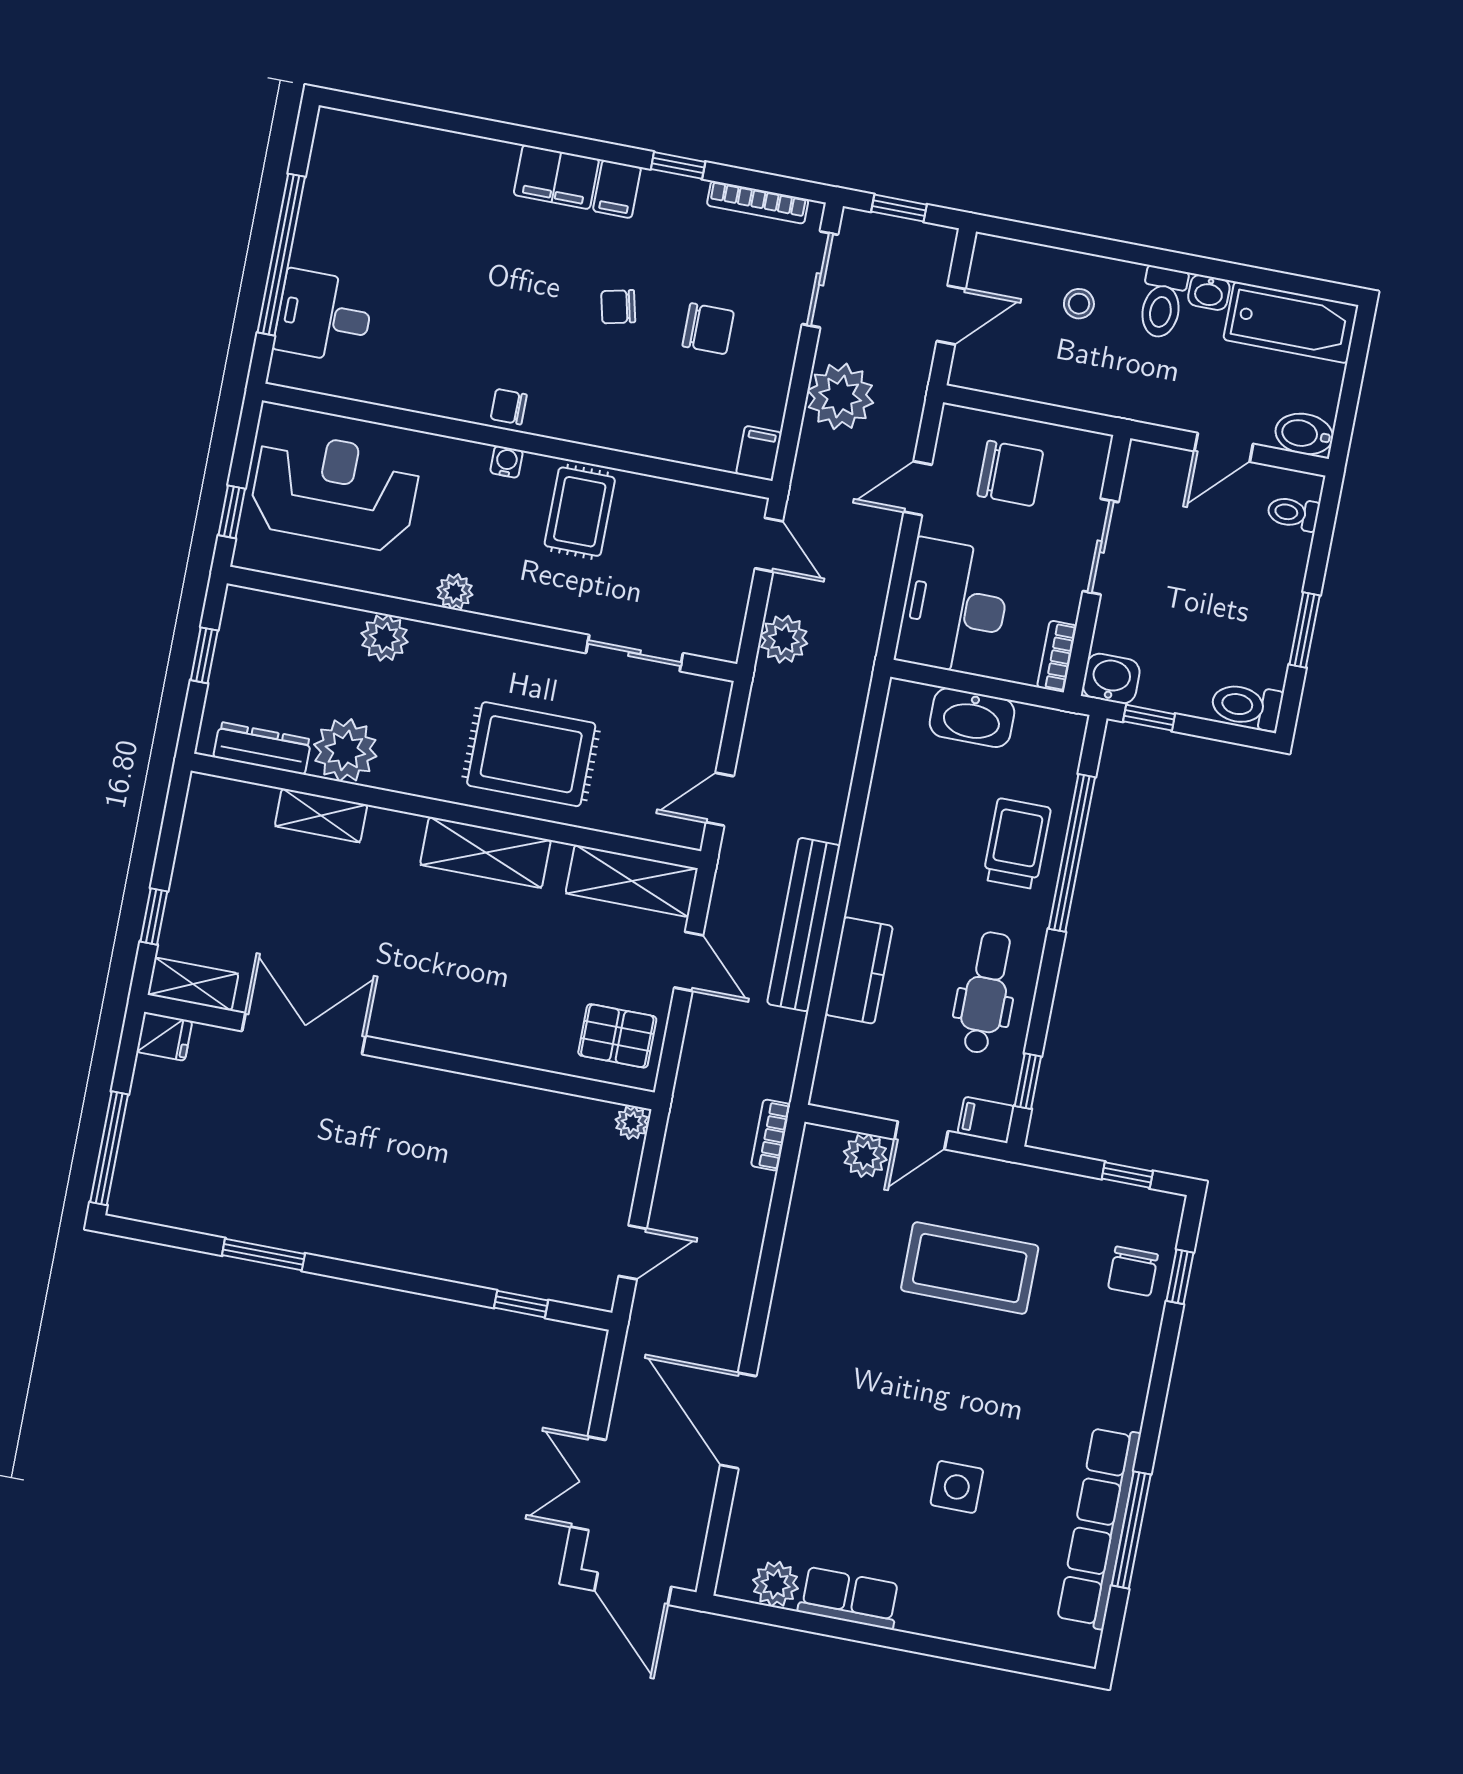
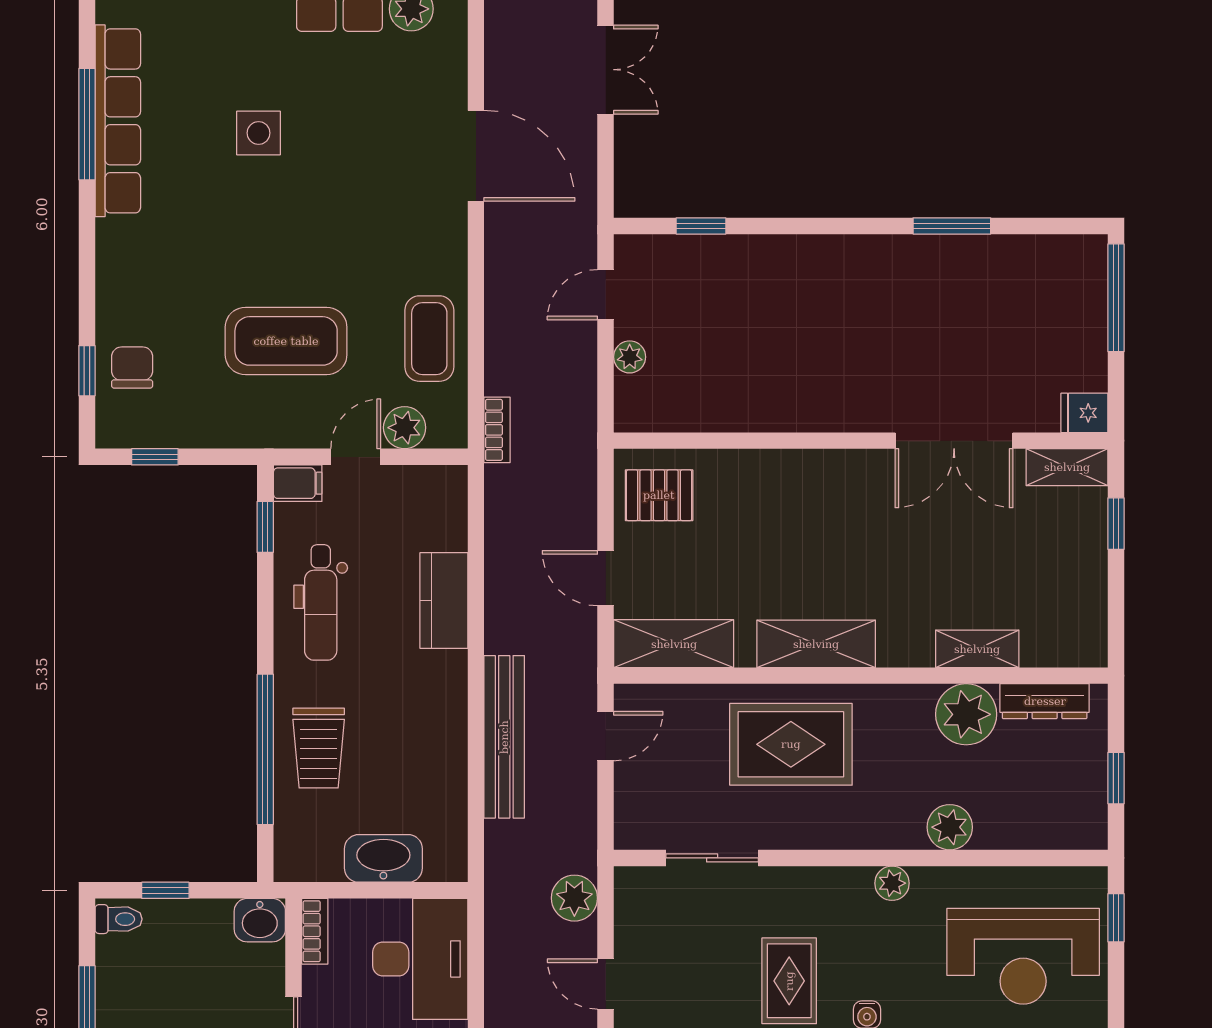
toilet: (1247, 706) -> (119, 919), width x0.73, depth x0.72
window: (1149, 718) -> (165, 890), moved
bench: (804, 925) -> (504, 737), moved
plant: (632, 1123) -> (630, 357), moved
coffee table: (822, 1242) -> (429, 339), added

